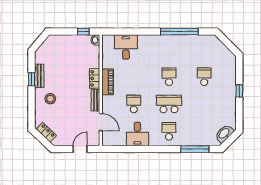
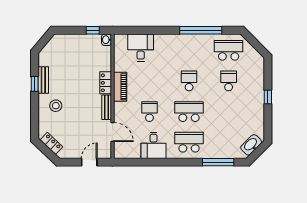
school desk: (204, 49) -> (229, 50), added
school desk: (169, 131) -> (189, 142), width x1.85

